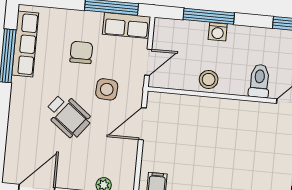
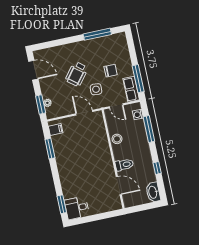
washing machine: (218, 32) -> (138, 115), moved
row of seats: (25, 44) -> (106, 41), removed

